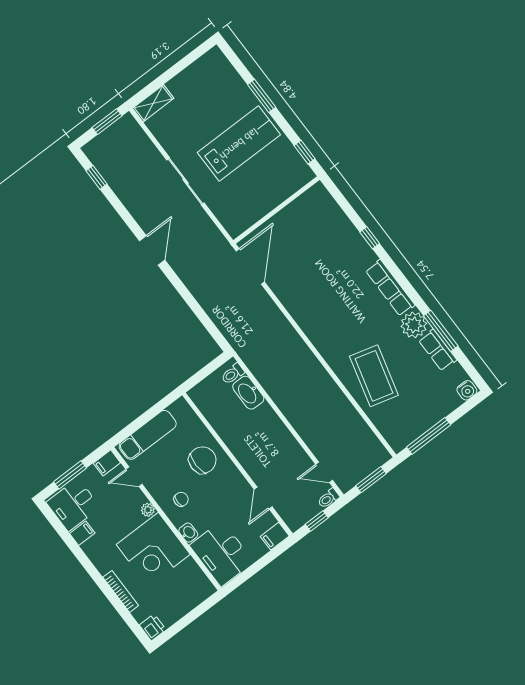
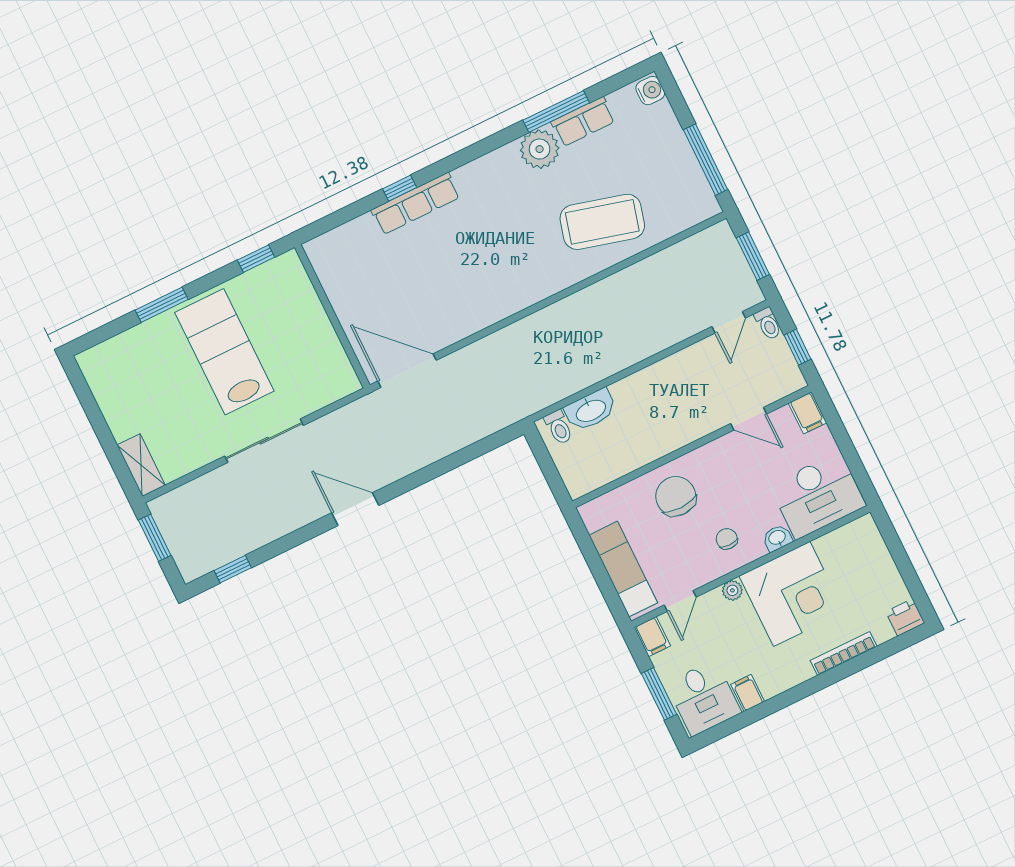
row of seats: (390, 288) -> (416, 204), moved

